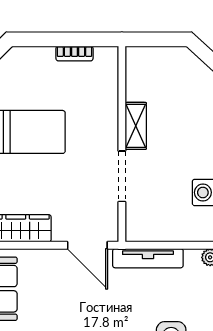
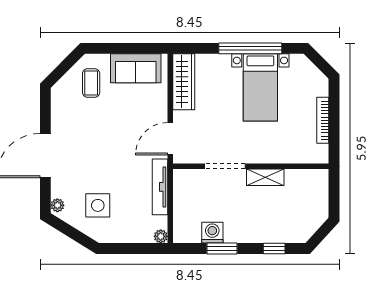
bookcase: (74, 53) -> (323, 120), width x1.56

